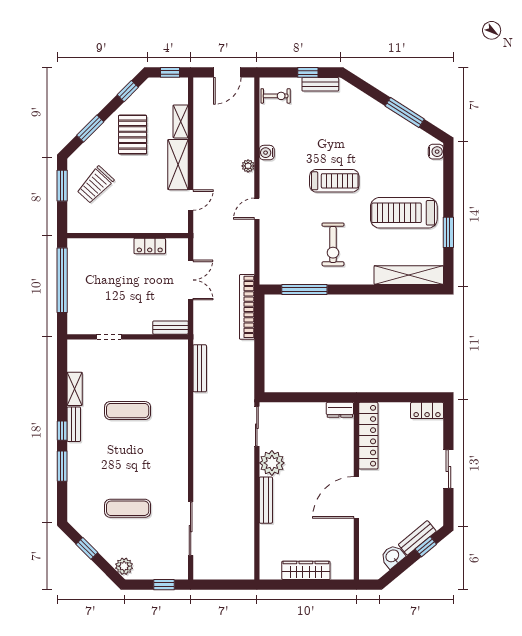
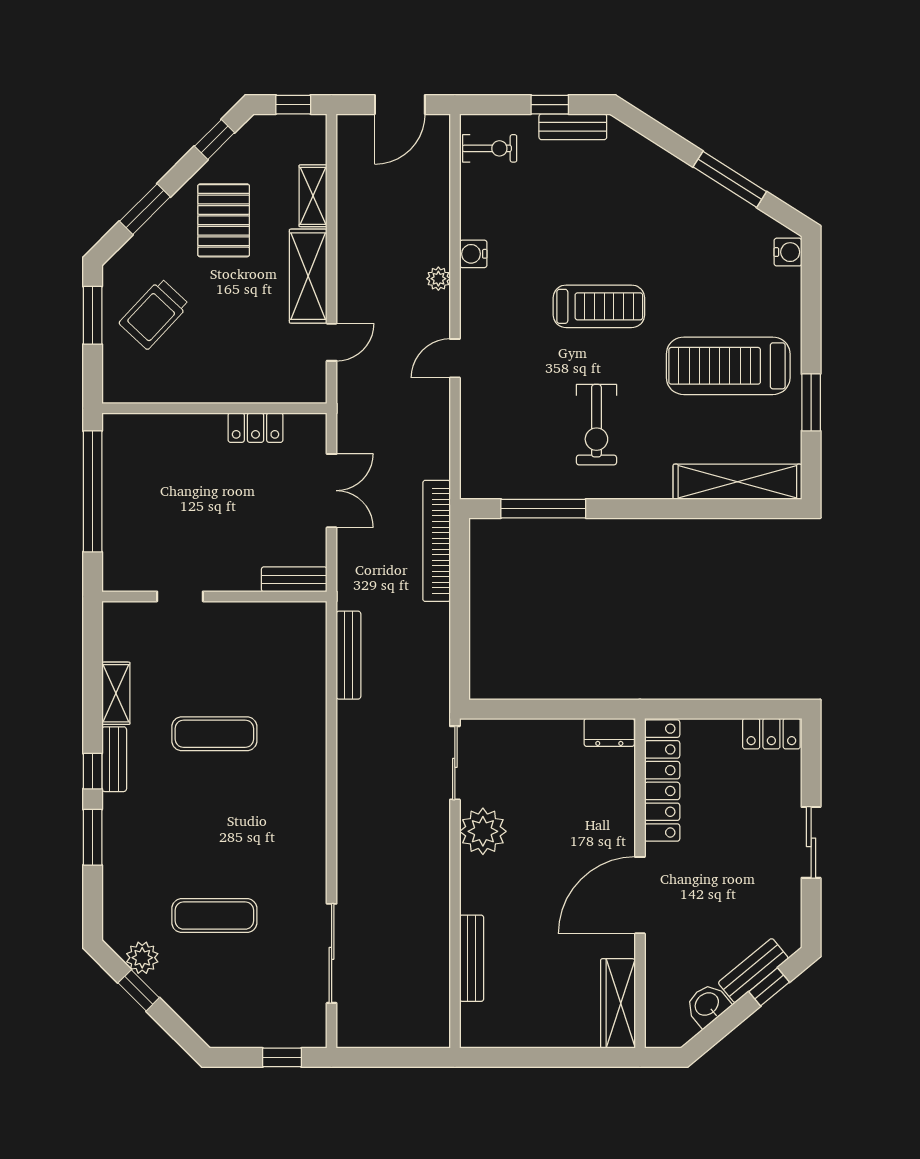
bench: (266, 500) -> (472, 958), moved
plant: (124, 566) -> (142, 958), moved
wardrobe: (306, 570) -> (618, 1003), moved, turned -90

